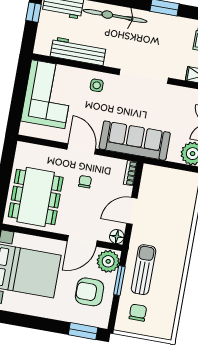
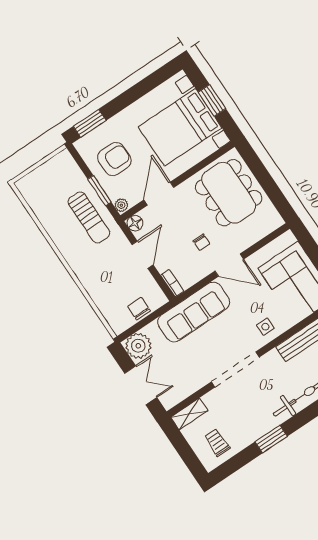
plant: (108, 261) -> (121, 205), width x0.53, depth x0.53
chair: (138, 313) -> (139, 309), moved, turned 180

